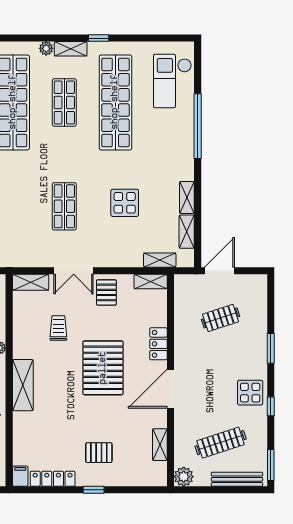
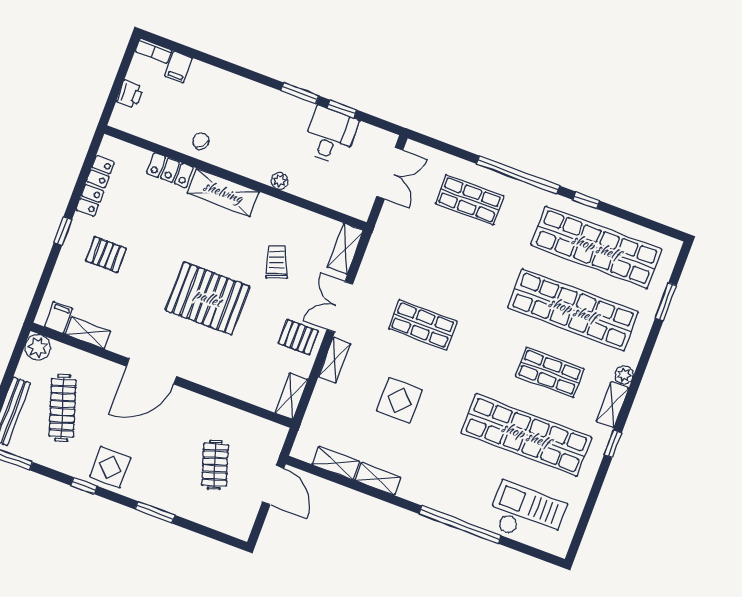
shelving: (160, 260) -> (335, 360), moved
trolley: (58, 328) -> (277, 262), turned -110
locker: (158, 344) -> (170, 170), moved, turned 180
door: (170, 389) -> (152, 371), swing flipped
pallet: (99, 453) -> (106, 255), turned 90
filing cabinet: (20, 476) -> (59, 318), moved, turned -90

